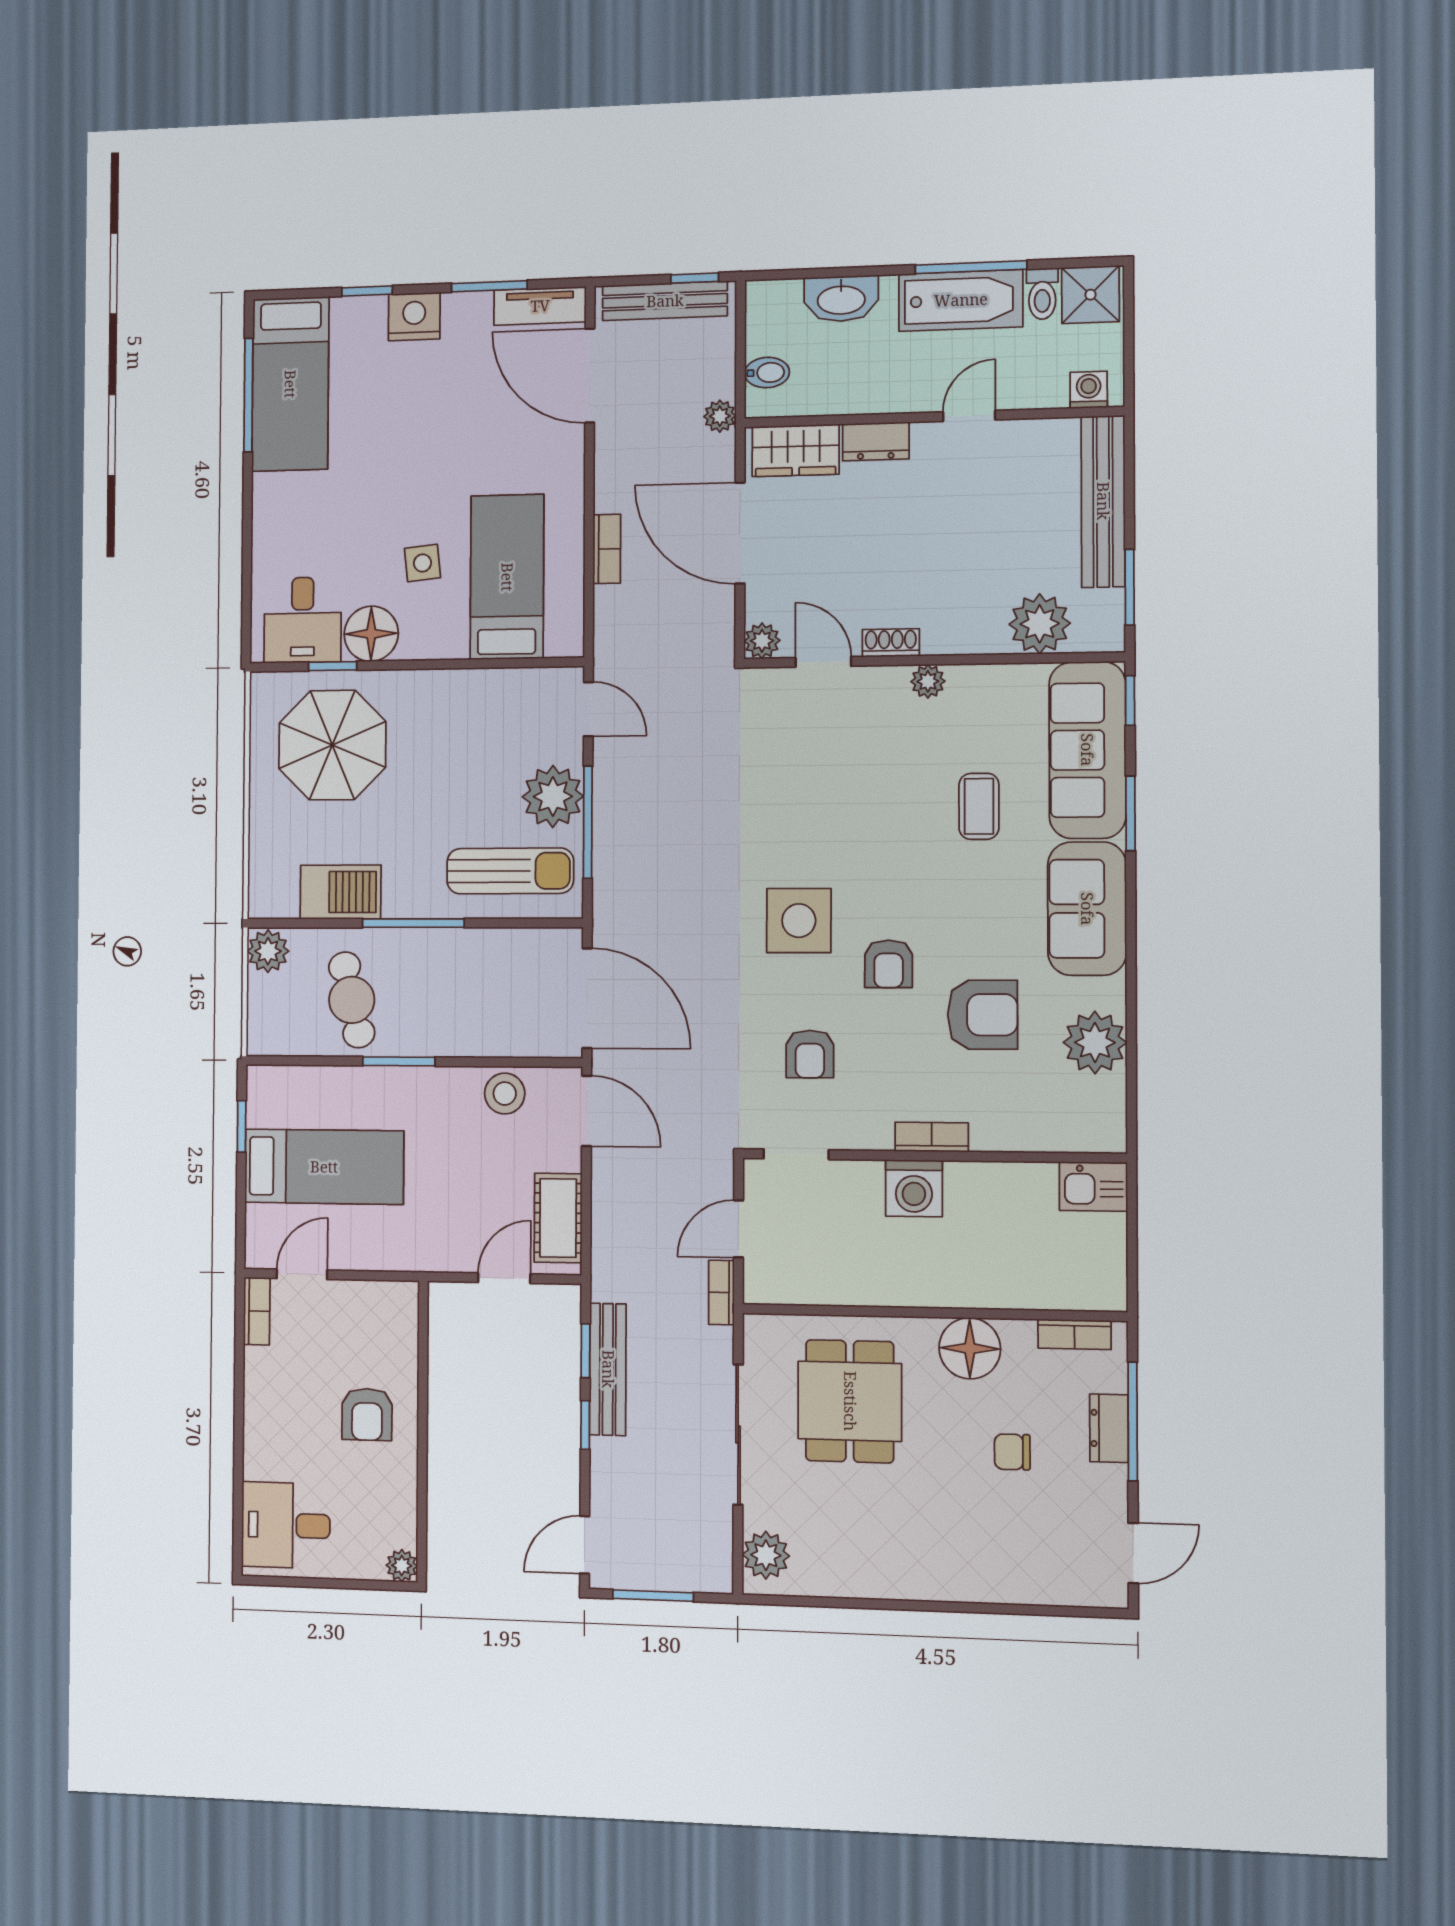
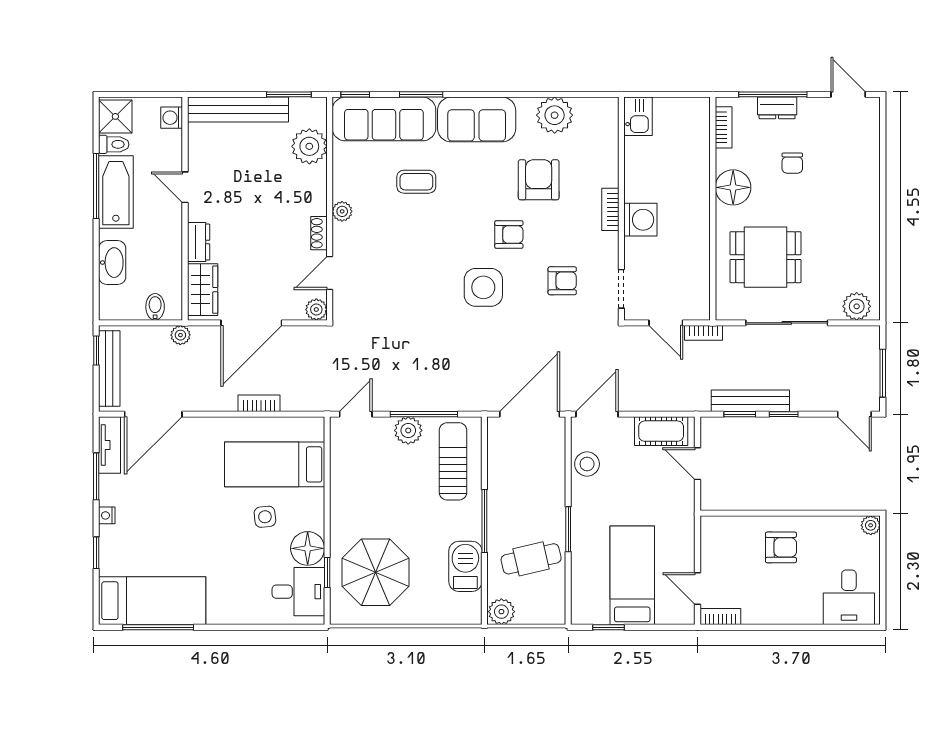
nightstand: (414, 317) -> (107, 515), width x0.53, depth x0.56
plant: (553, 796) -> (408, 430), width x0.73, depth x0.73

